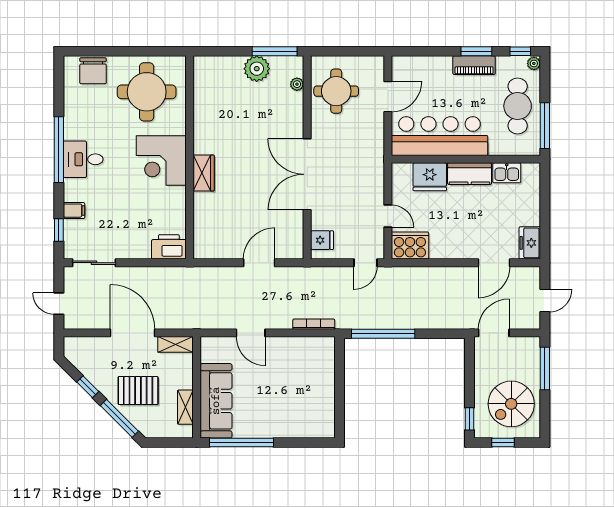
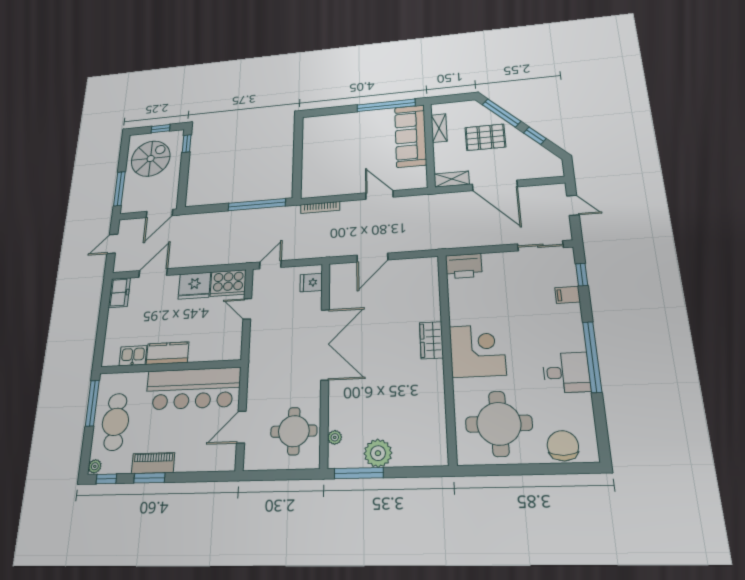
desk: (83, 159) -> (566, 373), moved
fridge: (430, 177) -> (194, 286), moved, turned 180

